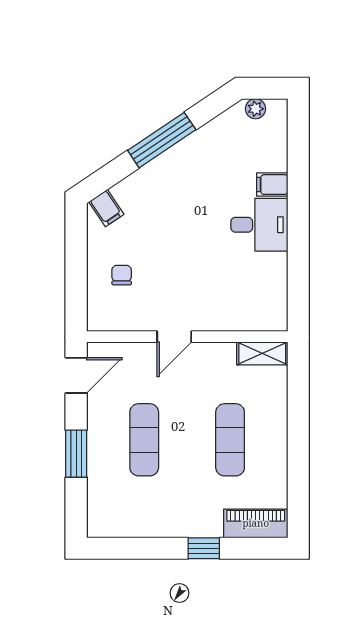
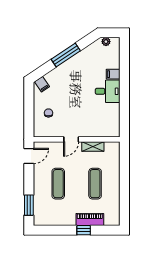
shelving: (262, 353) -> (93, 146), moved
window: (76, 454) -> (29, 205), moved
piano: (256, 523) -> (90, 220), moved

